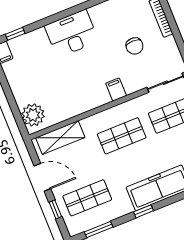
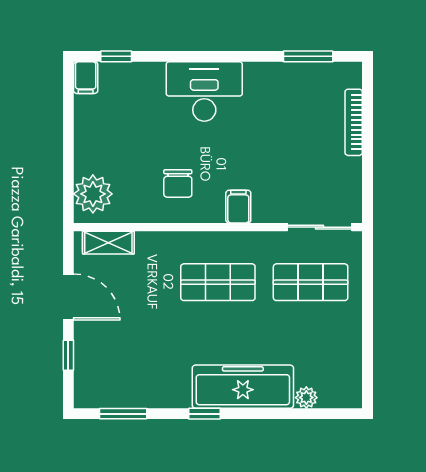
chair: (135, 46) -> (178, 183), moved
shelving: (60, 138) -> (108, 243), width x0.67, depth x0.75
shop shelf: (87, 198) -> (125, 357), removed

